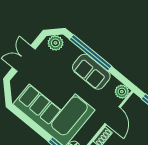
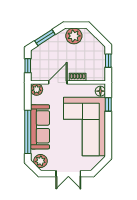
sofa: (91, 72) -> (40, 127), width x1.36

